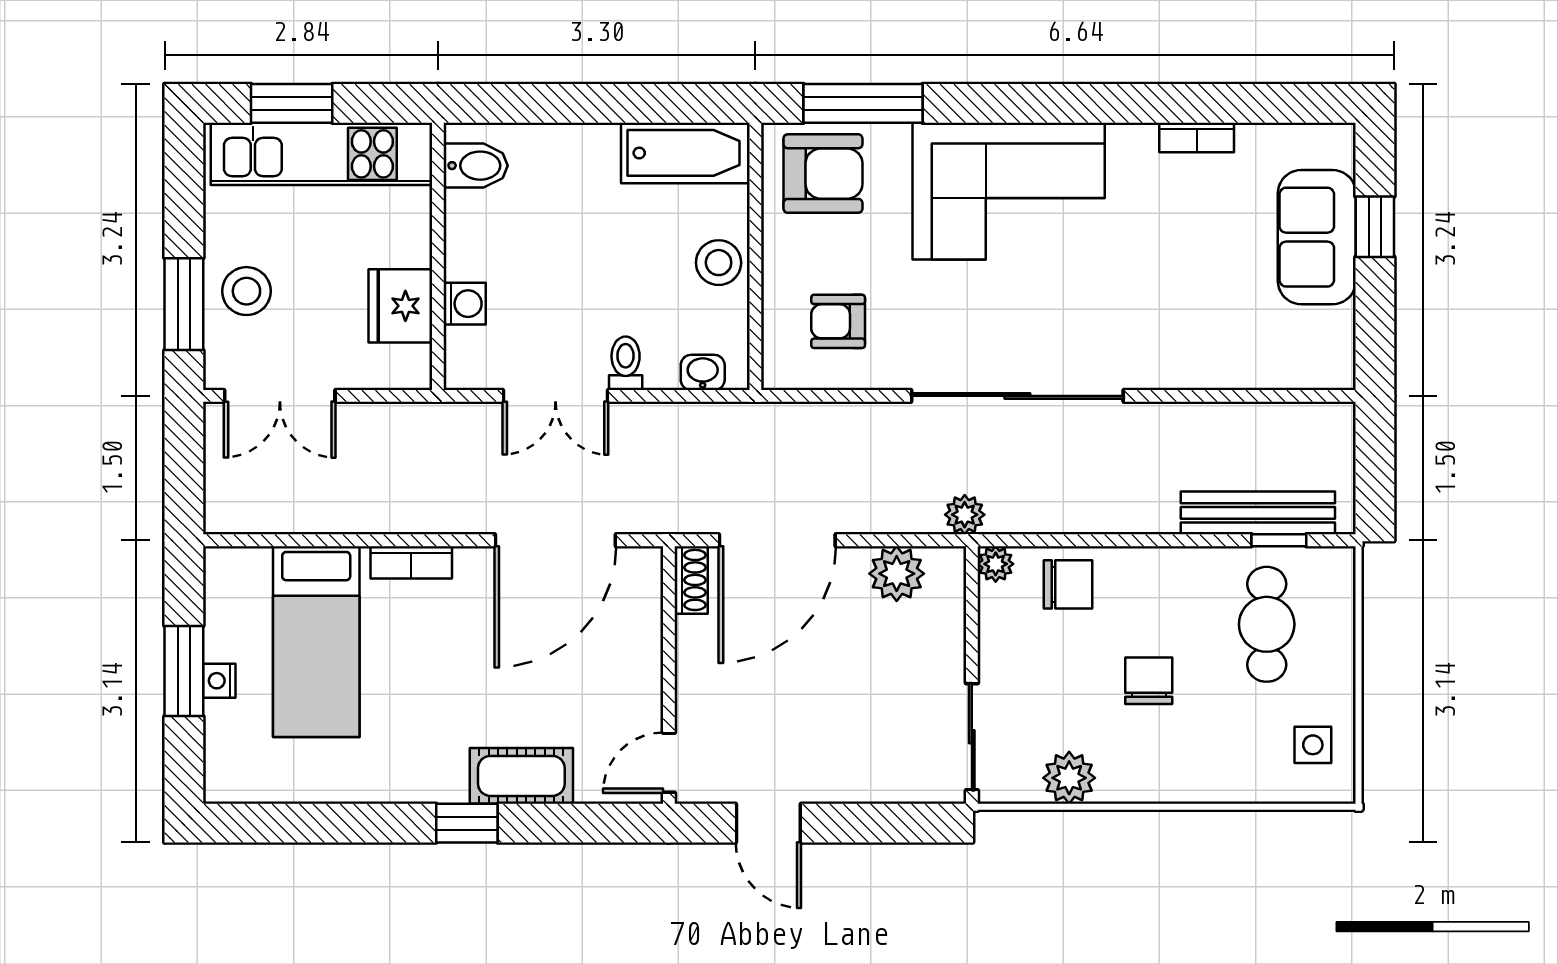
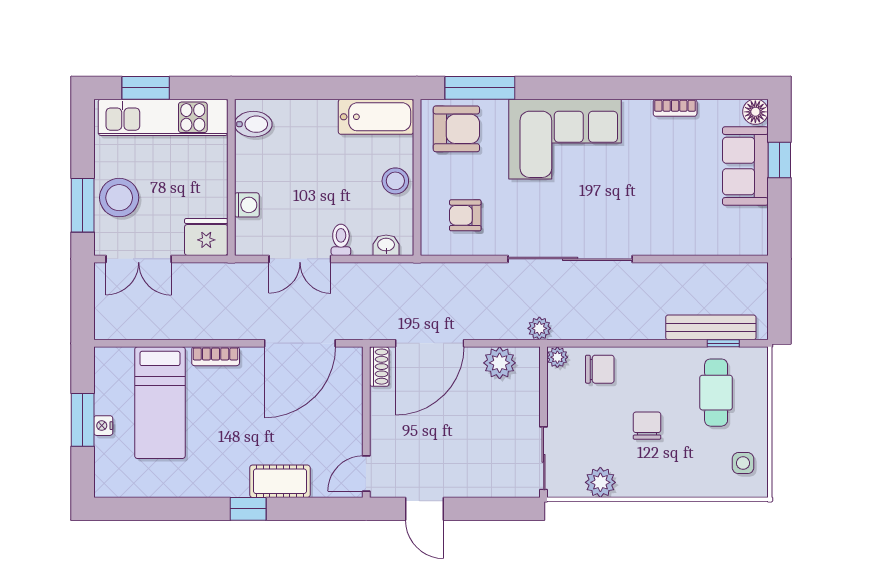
floor lamp: (1334, 144) -> (755, 112), added
stool: (246, 291) -> (119, 198), width x1.38, depth x1.38
fridge: (400, 306) -> (206, 237), moved, turned 90

